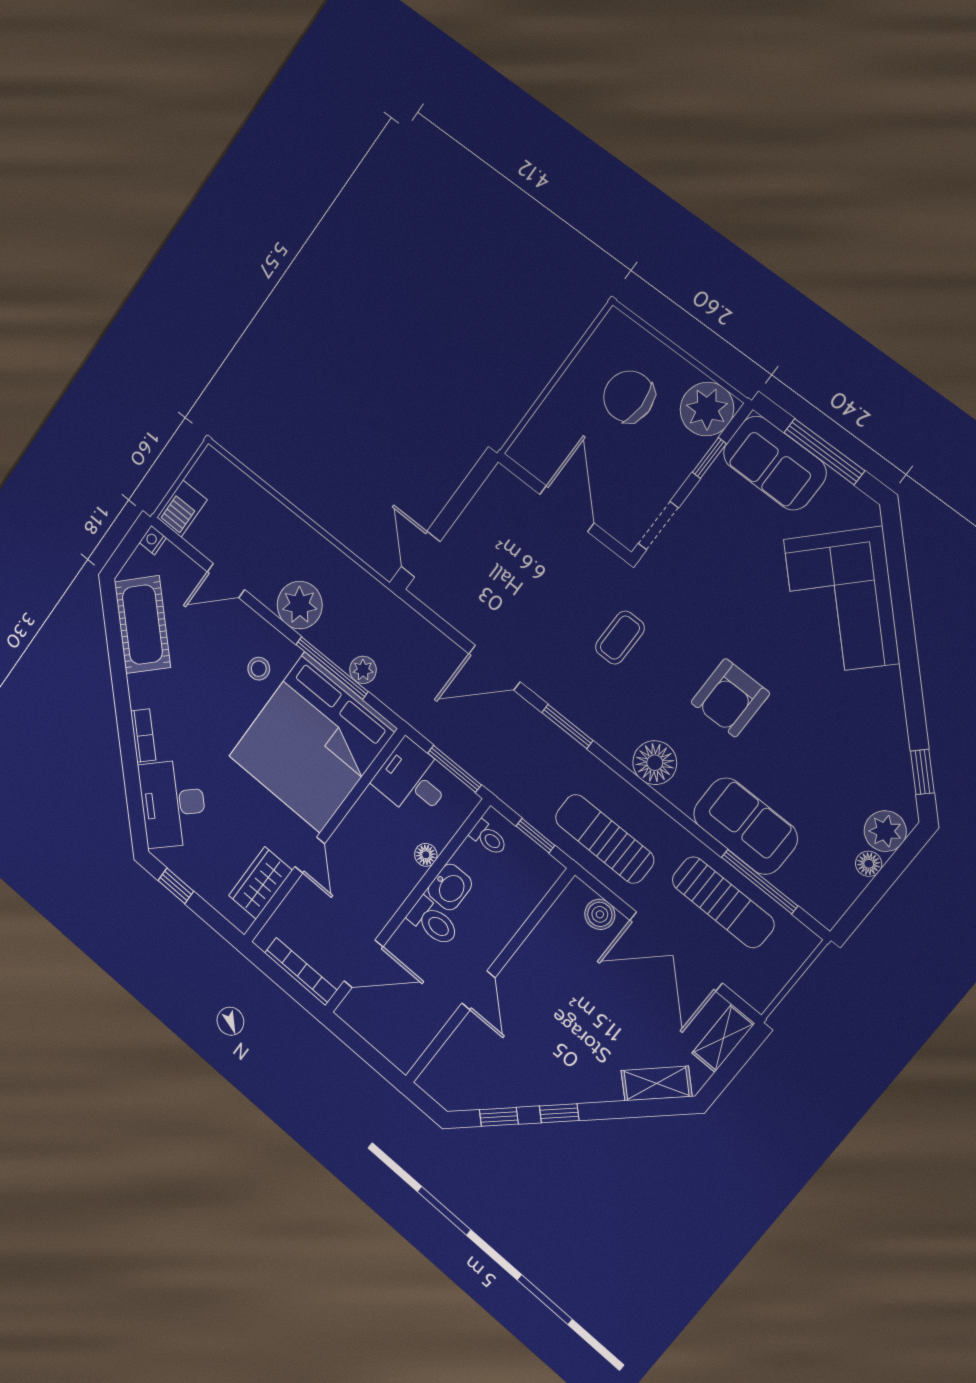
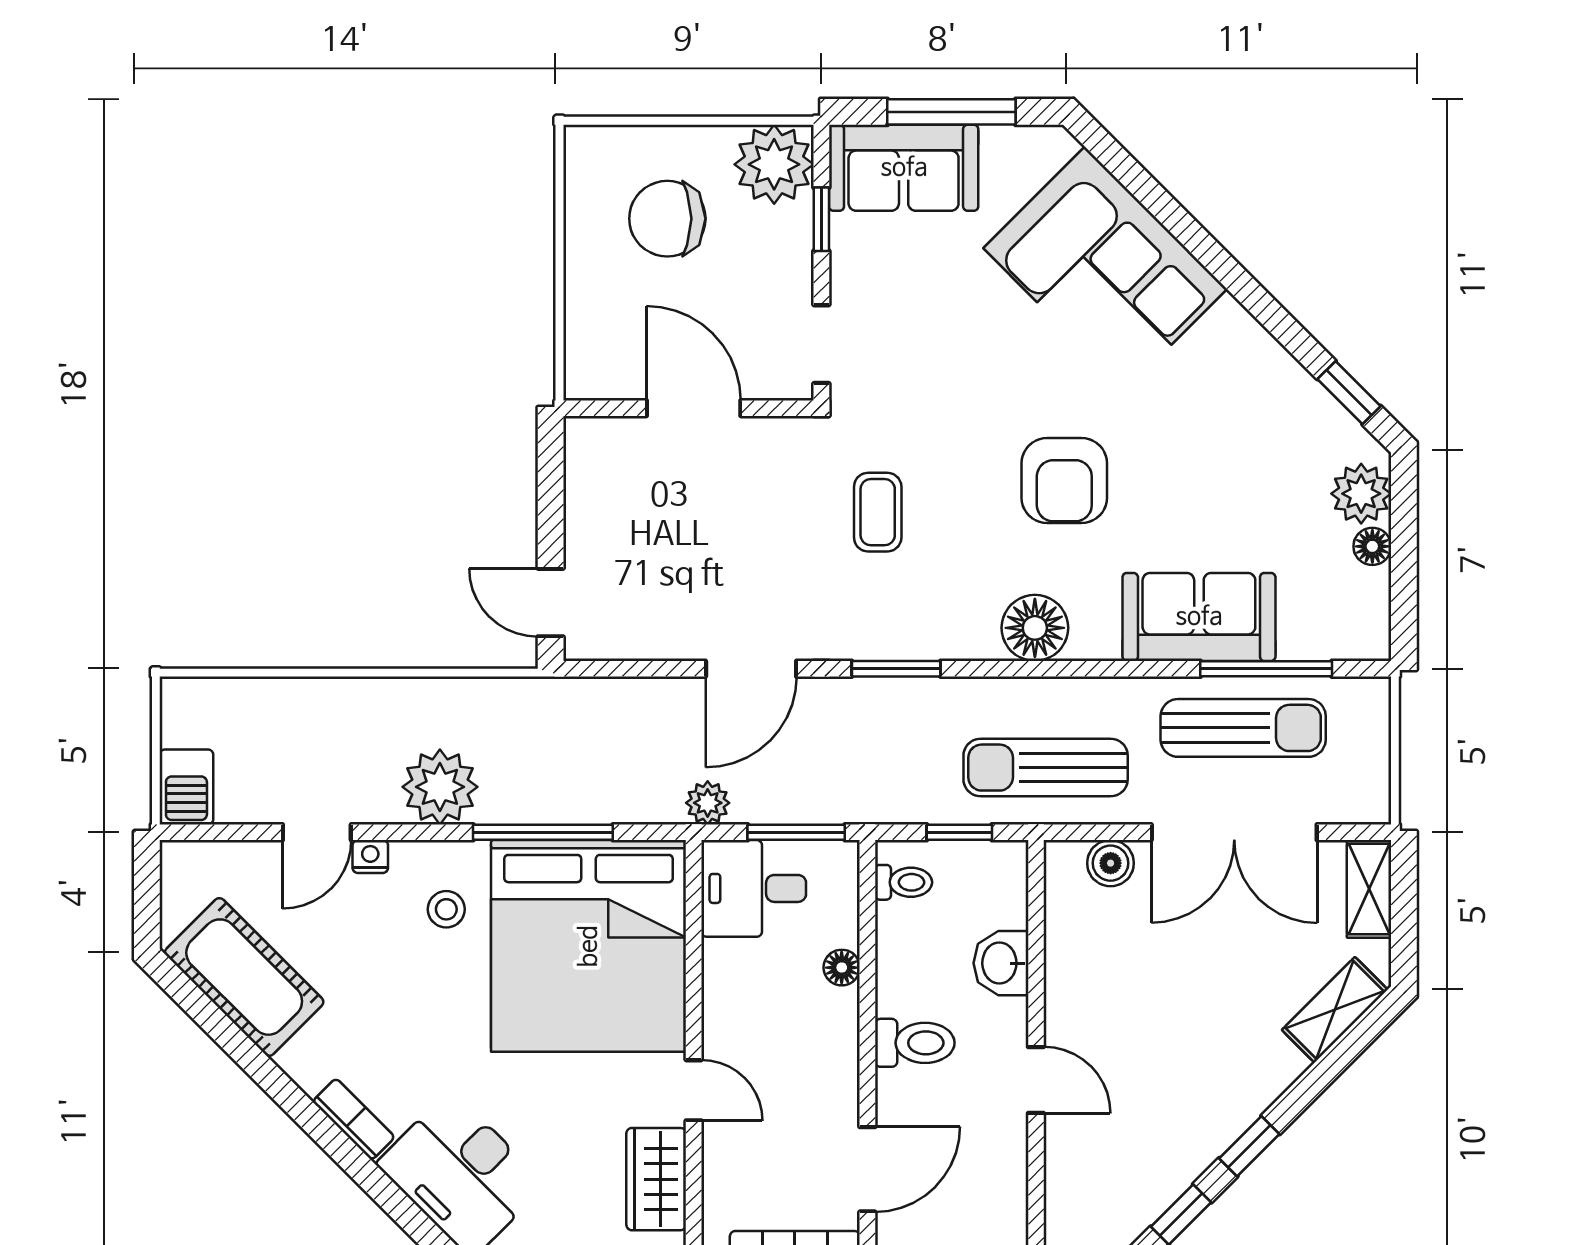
nightstand: (153, 540) -> (370, 857), moved, turned 90
plant: (363, 670) -> (708, 803), moved
washbasin: (450, 887) -> (1001, 963), moved, turned 180

